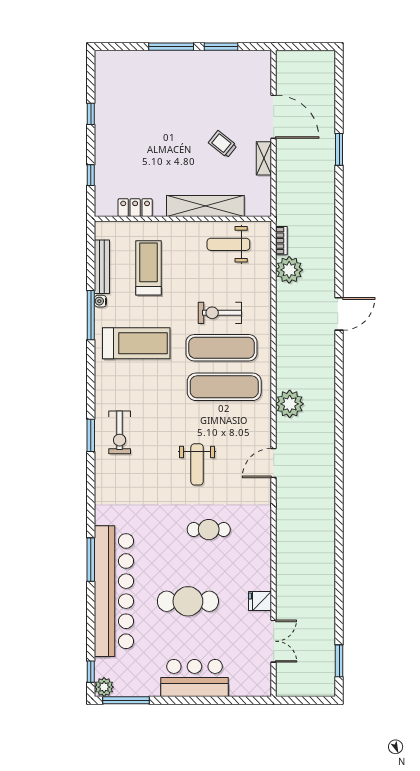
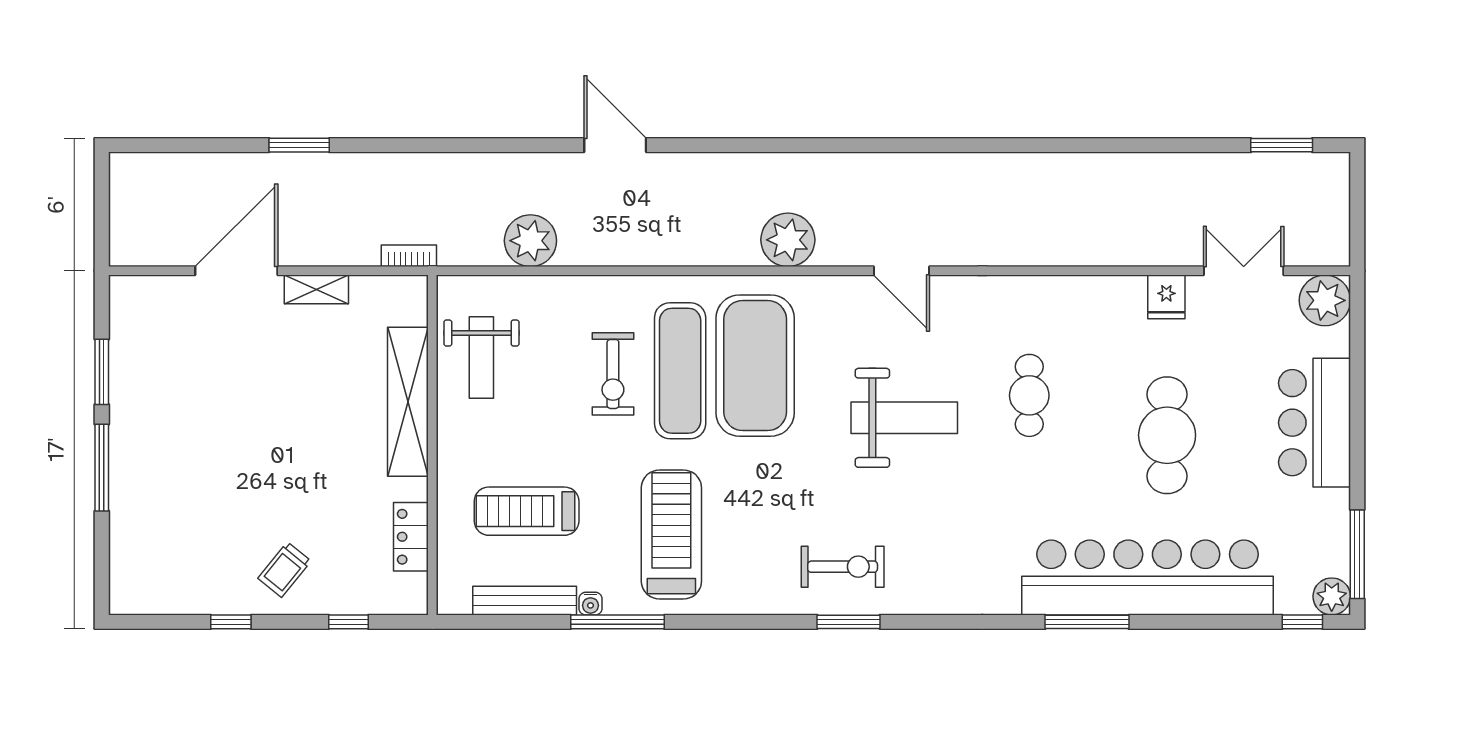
trolley: (223, 144) -> (284, 570), moved
bookcase: (281, 241) -> (409, 256), moved
exercise mat: (224, 387) -> (755, 366), width x1.47
weight bench: (197, 464) -> (904, 418), width x1.36, depth x1.33
plant: (258, 683) -> (1325, 300), added

